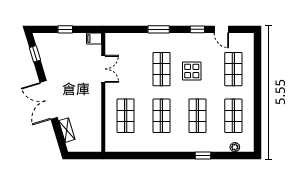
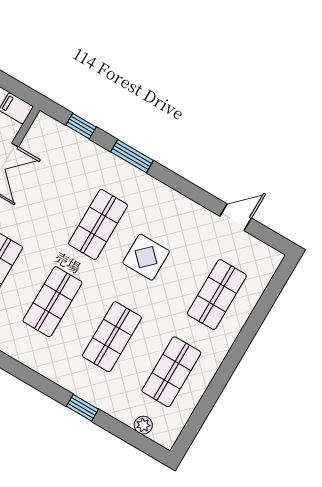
window: (197, 29) -> (81, 126), moved
door: (221, 29) -> (236, 217), swing flipped

